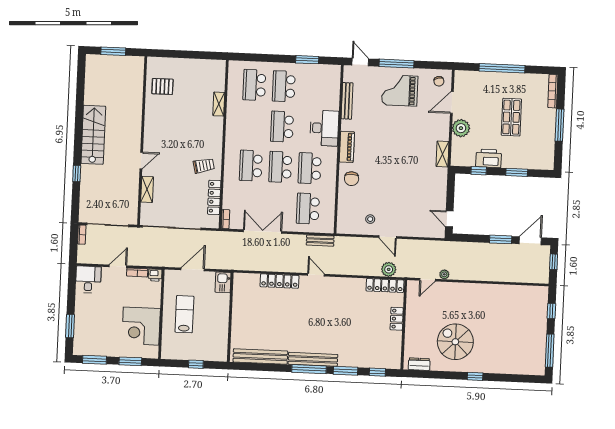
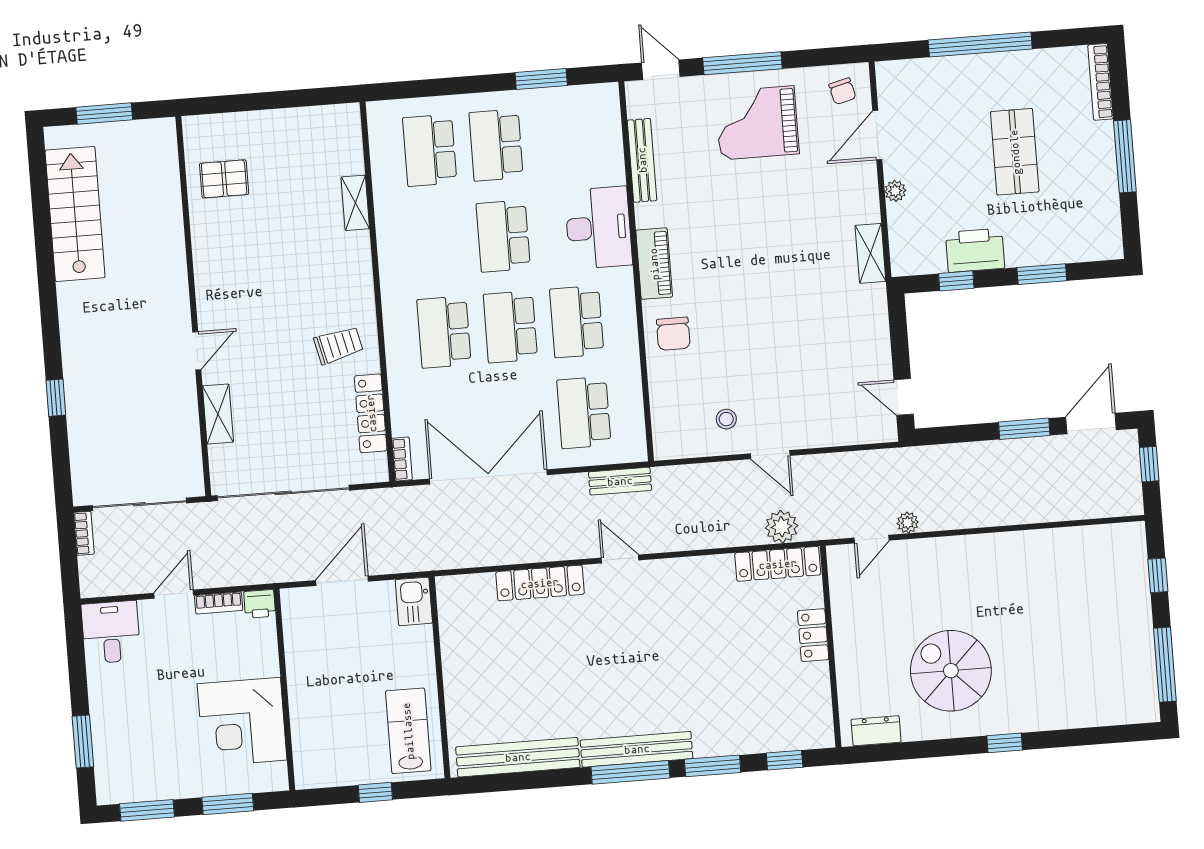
plant: (461, 128) -> (895, 191), width x0.53, depth x0.53
stairs: (93, 135) -> (75, 214), moved
double door: (263, 232) -> (488, 477), width x1.36
lab bench: (184, 314) -> (408, 731), moved

